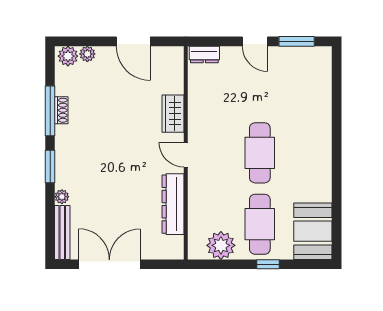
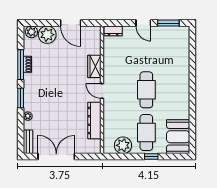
plant: (87, 54) -> (47, 35), width x1.87, depth x1.87
bench: (62, 232) -> (28, 142), width x0.73

